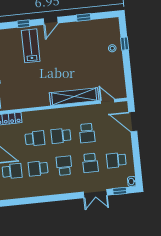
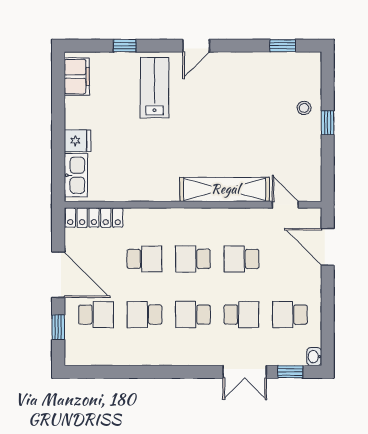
window: (84, 17) -> (283, 46), moved
window: (23, 24) -> (125, 46), moved
window: (125, 44) -> (328, 123), moved
school desk: (87, 133) -> (241, 259), turned 90
school desk: (90, 163) -> (241, 315), turned -90
school desk: (64, 166) -> (193, 315), turned -90

